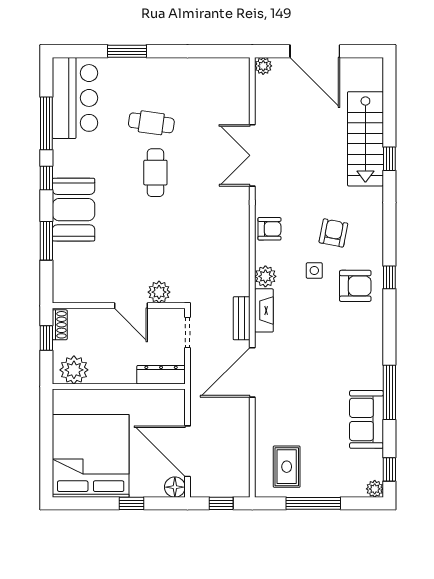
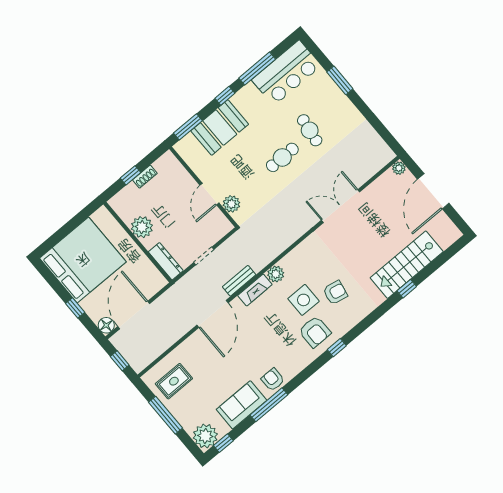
armchair: (269, 229) -> (273, 380), moved, turned 180
side table: (314, 270) -> (303, 300), width x1.87, depth x1.87
plant: (159, 292) -> (231, 204), moved
wall: (119, 306) -> (203, 187), moved
door: (131, 306) -> (209, 194), moved
plant: (74, 370) -> (142, 227), moved
door: (252, 372) -> (212, 314), swing flipped
plant: (375, 489) -> (205, 436), width x1.87, depth x1.87

